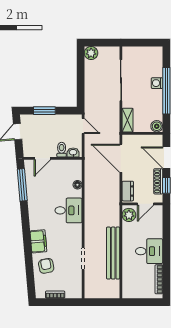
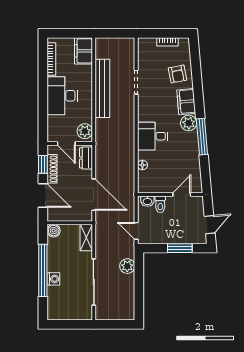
plant: (91, 53) -> (127, 266), moved
window: (22, 185) -> (202, 137), moved
door: (145, 204) -> (66, 144), swing flipped
plant: (36, 222) -> (189, 123), added
desk: (149, 251) -> (62, 96), width x1.37
filing cabinet: (130, 287) -> (84, 51), added

